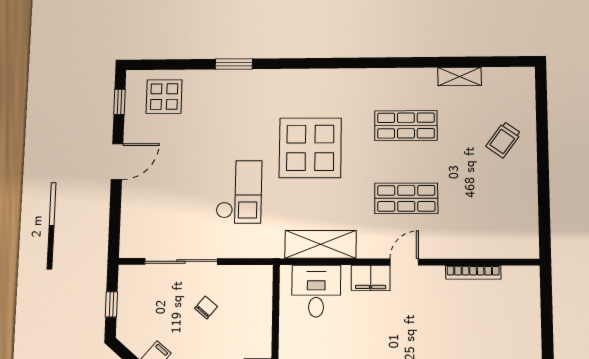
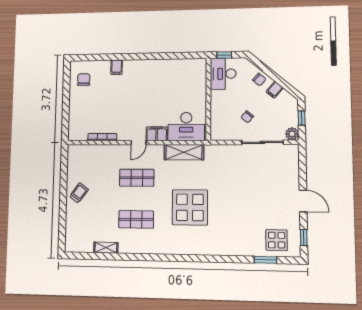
window: (234, 64) -> (265, 260), moved
trolley: (503, 140) -> (79, 193), moved
door: (117, 161) -> (303, 201), swing flipped
checkout: (239, 192) -> (230, 182), removed
plant: (129, 276) -> (292, 134), added
desk: (316, 291) -> (186, 126), width x1.37

